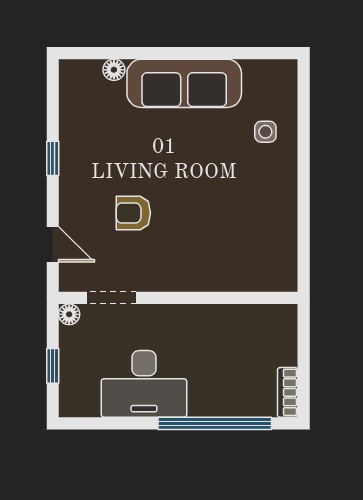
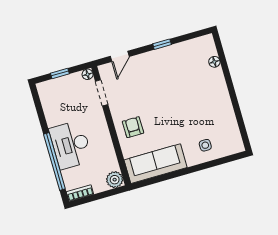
sofa: (184, 83) -> (156, 164), moved, turned 90
armchair: (133, 213) -> (133, 127), moved
plant: (281, 320) -> (115, 180), added
desk: (144, 384) -> (71, 145), moved

